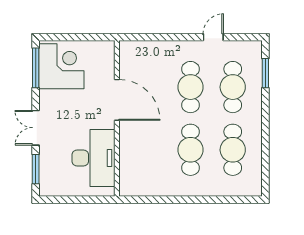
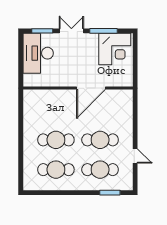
window: (36, 68) -> (103, 31), moved
desk: (94, 158) -> (38, 53), moved, turned 90

